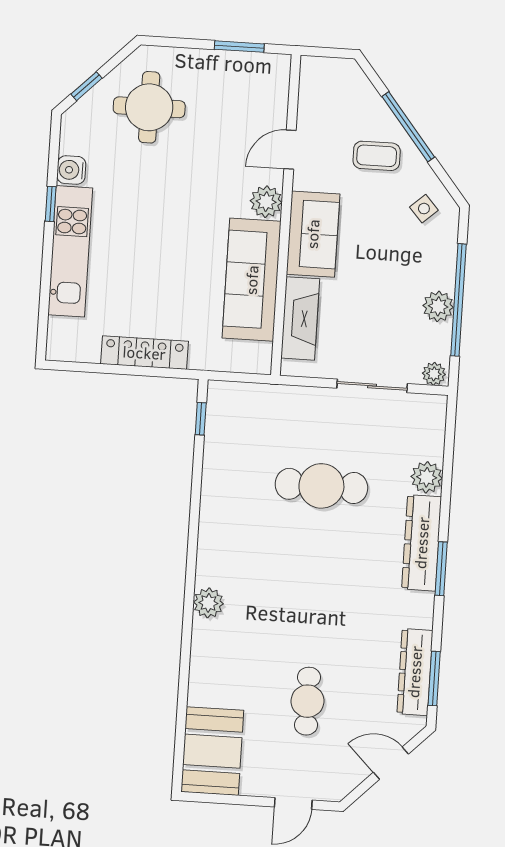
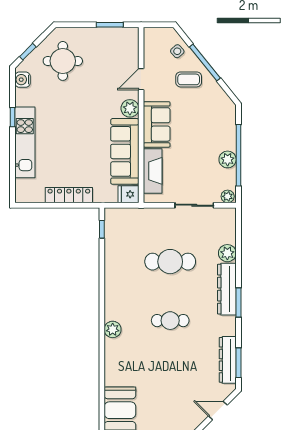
water cooler: (71, 170) -> (22, 80), moved
side table: (424, 209) -> (177, 51), moved
fridge: (253, 358) -> (128, 194), added
cafe table: (308, 701) -> (170, 321), moved, turned 90

